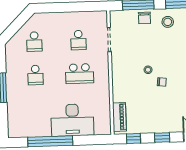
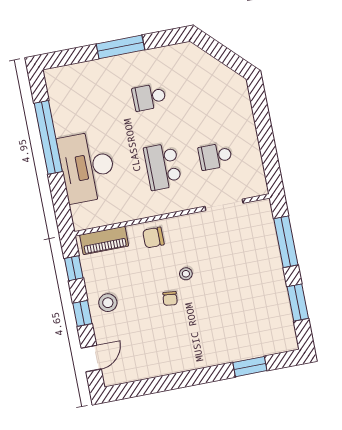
chair: (144, 18) -> (153, 237), moved
stool: (168, 22) -> (108, 303), moved
school desk: (34, 42) -> (202, 87), removed

